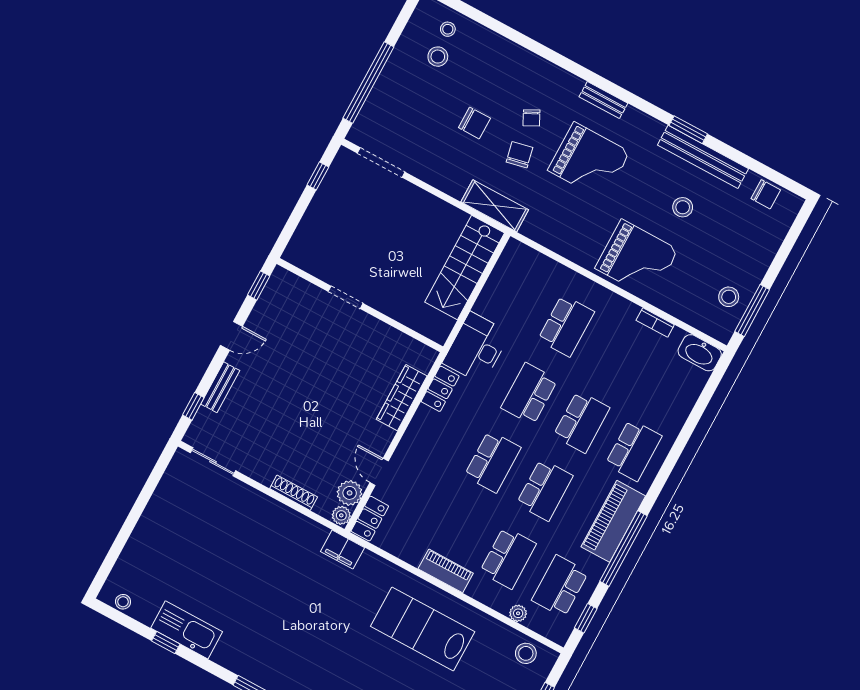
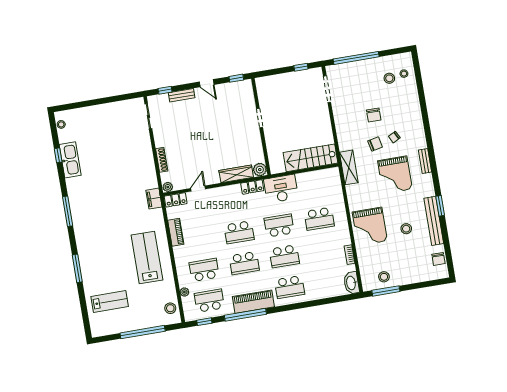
shelving: (495, 206) -> (349, 167), moved
plant: (350, 493) -> (260, 170), moved
school desk: (508, 558) -> (204, 270), turned 180
piano: (446, 571) -> (176, 232), moved

